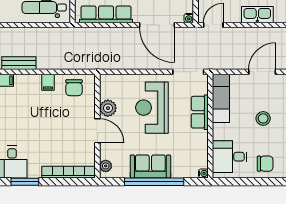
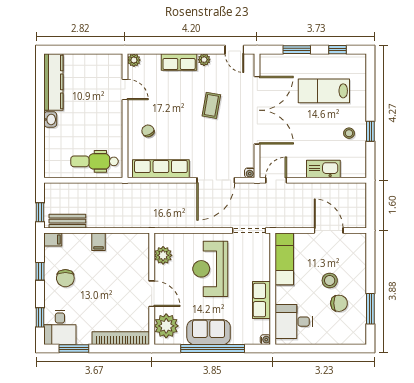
door: (157, 25) -> (216, 180), hinge flipped
door: (262, 72) -> (329, 231), hinge flipped
chair: (74, 88) -> (65, 278), moved
plant: (108, 108) -> (163, 255), moved
row of seats: (200, 112) -> (262, 300), moved
chair: (265, 164) -> (339, 303), moved
plant: (106, 166) -> (166, 326), width x1.88, depth x1.88

